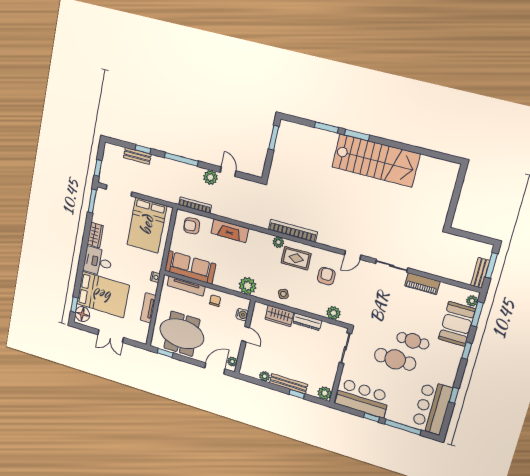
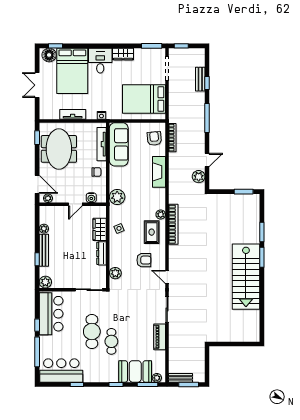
plant: (210, 177) -> (199, 177), moved

